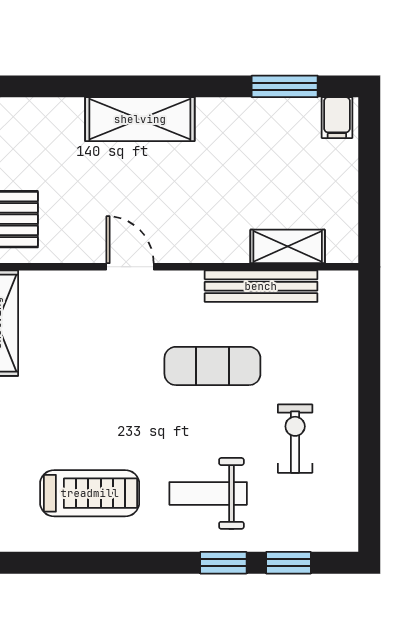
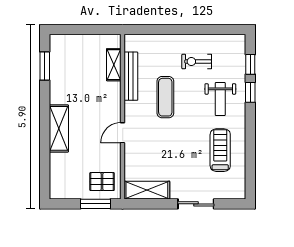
filing cabinet: (337, 118) -> (58, 43), removed

